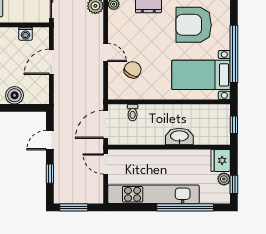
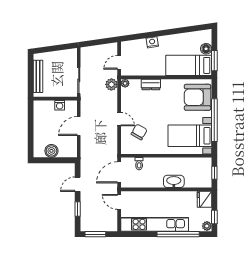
armchair: (194, 25) -> (197, 97), moved
plant: (224, 179) -> (207, 226), moved

